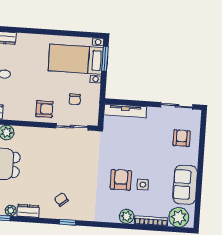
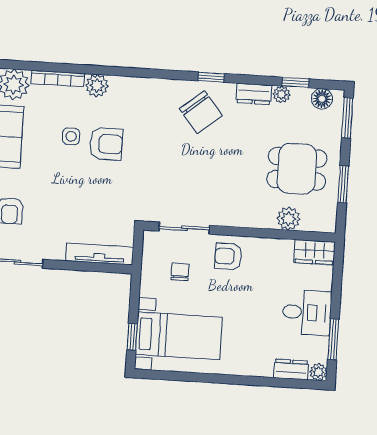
window: (105, 59) -> (132, 337), width x0.67
armchair: (121, 180) -> (106, 144), turned -90
chair: (61, 199) -> (201, 112), width x1.87, depth x1.87
window: (68, 222) -> (211, 77), moved

